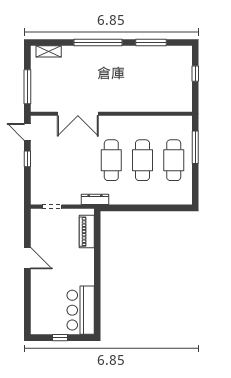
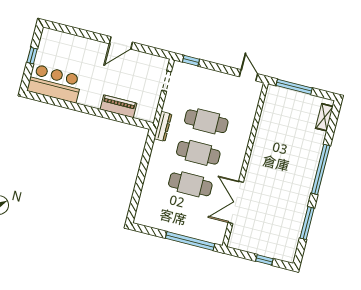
double door: (78, 114) -> (236, 202), moved
door: (27, 132) -> (248, 75), hinge flipped
window: (195, 147) -> (190, 241), width x1.46
window: (27, 159) -> (191, 61), moved
cafe table: (174, 160) -> (206, 121), moved
piano: (87, 232) -> (118, 106), moved

